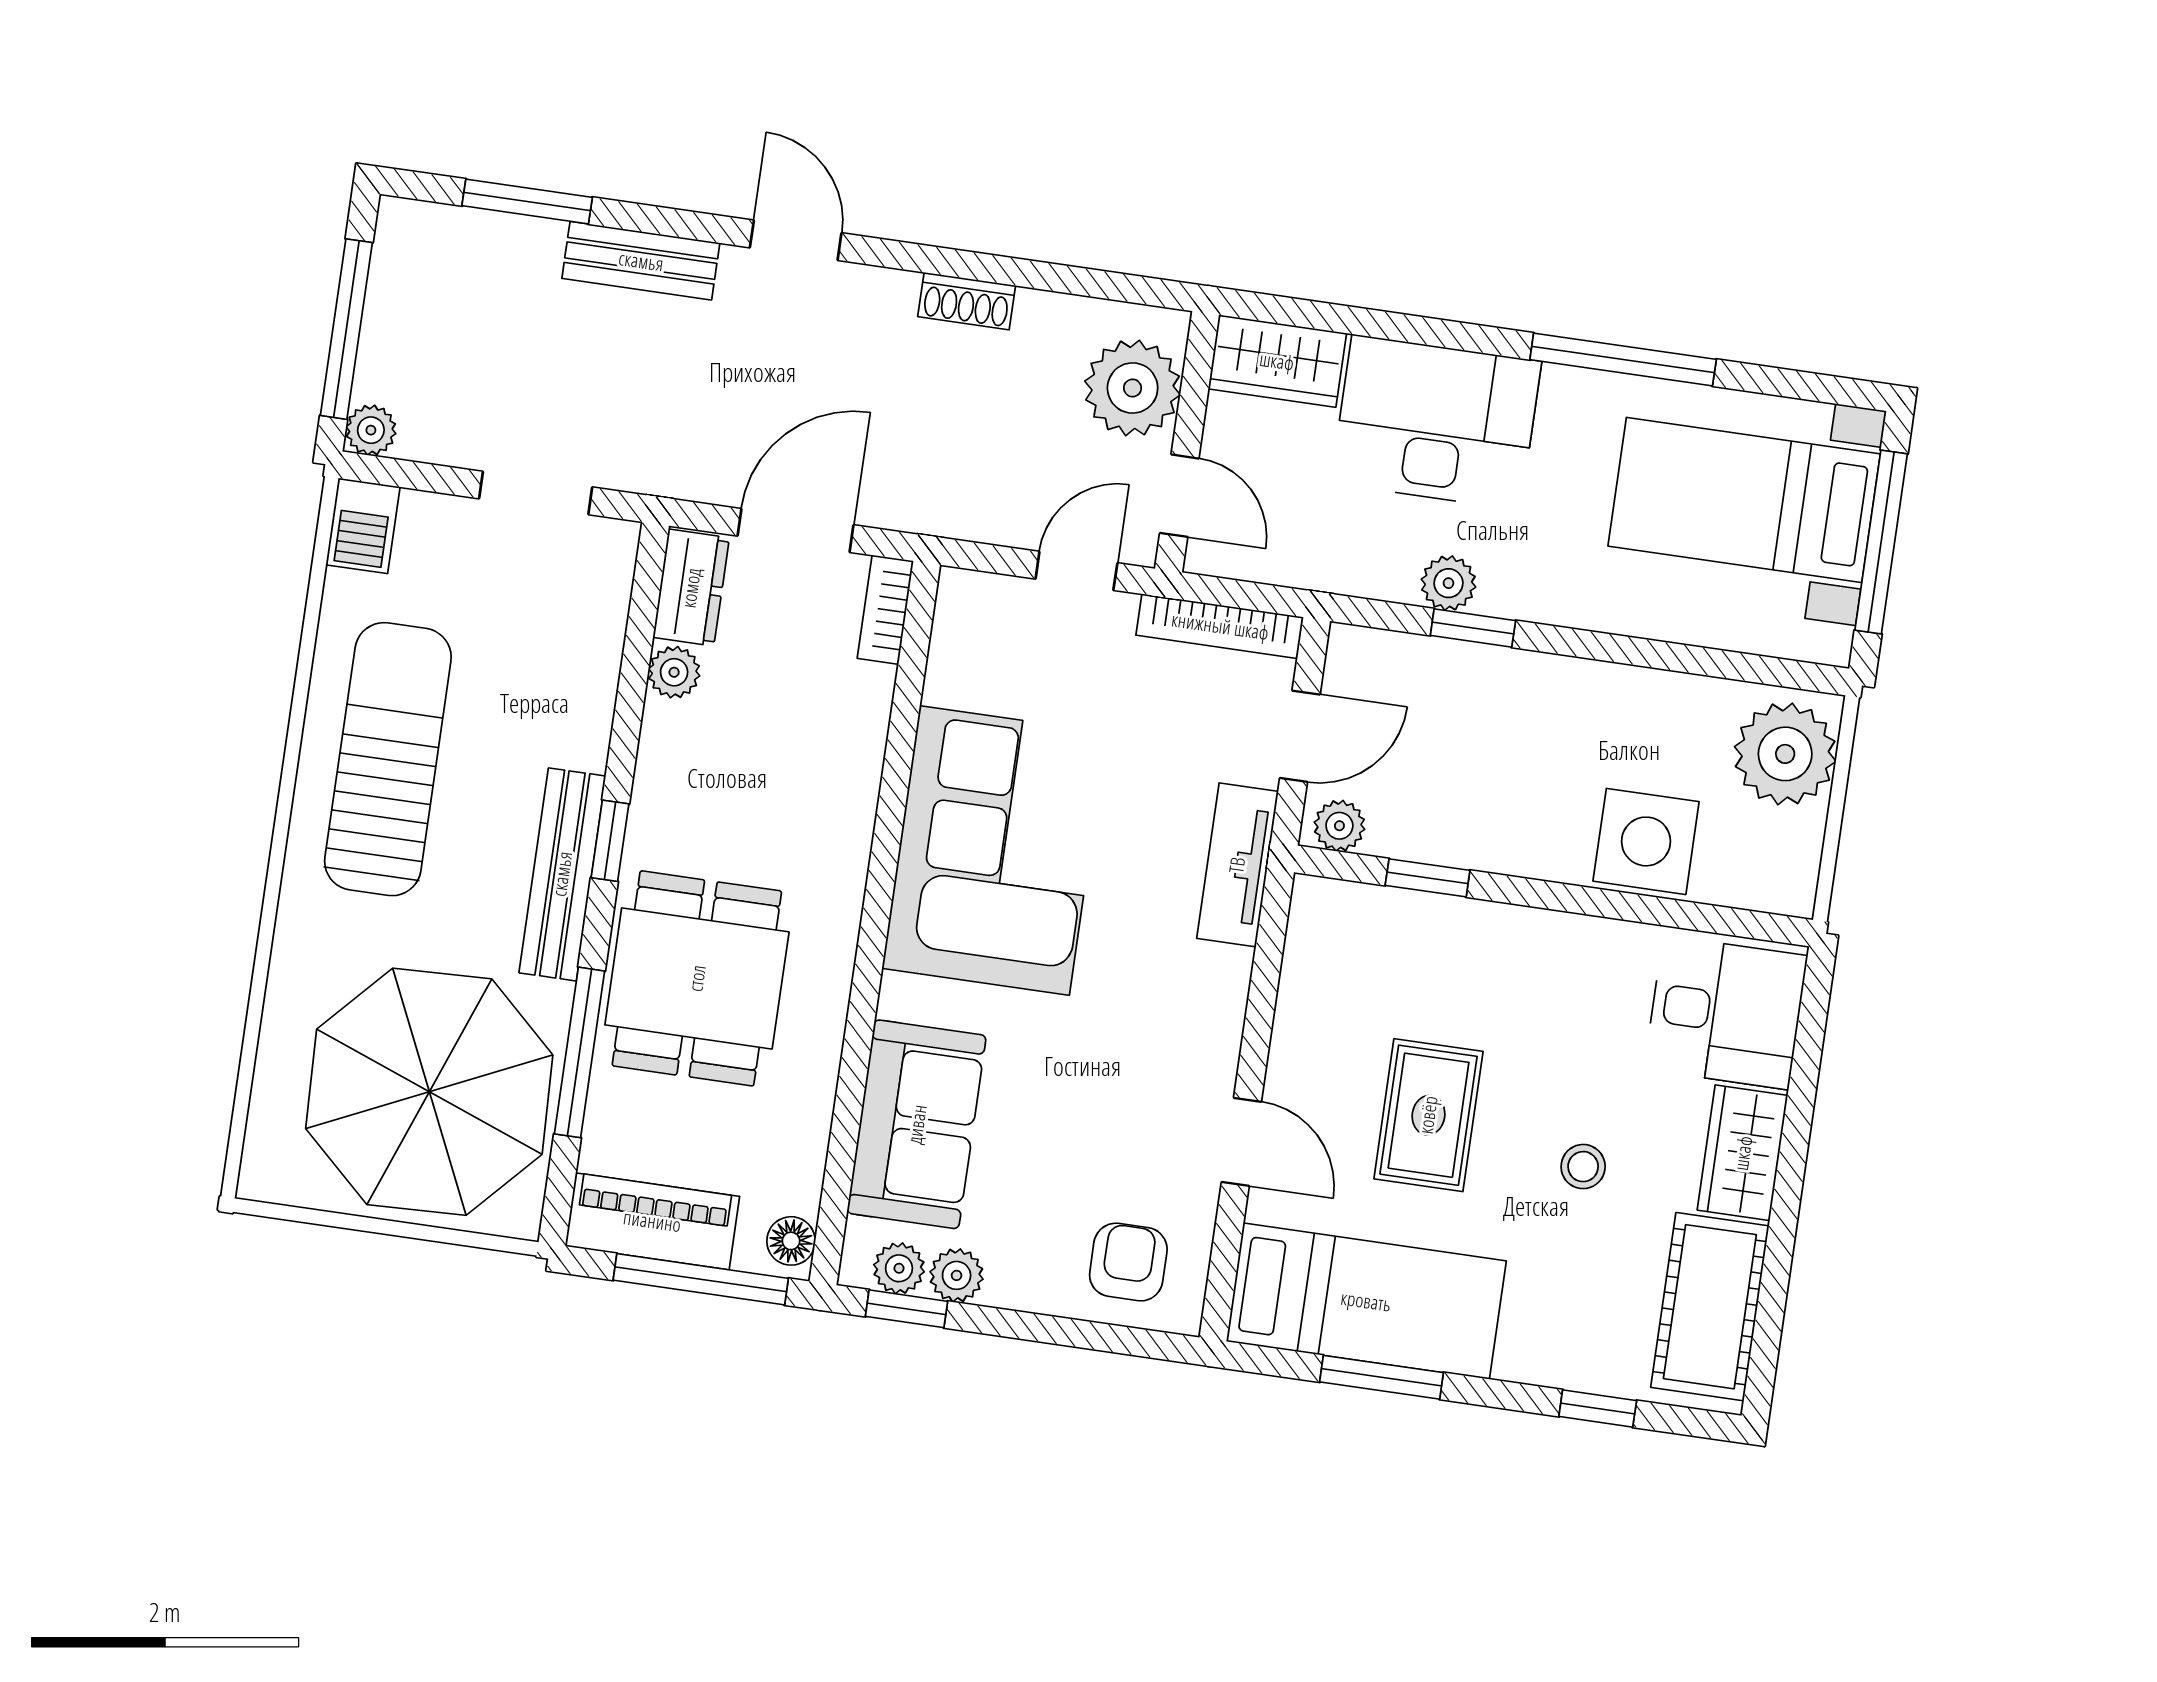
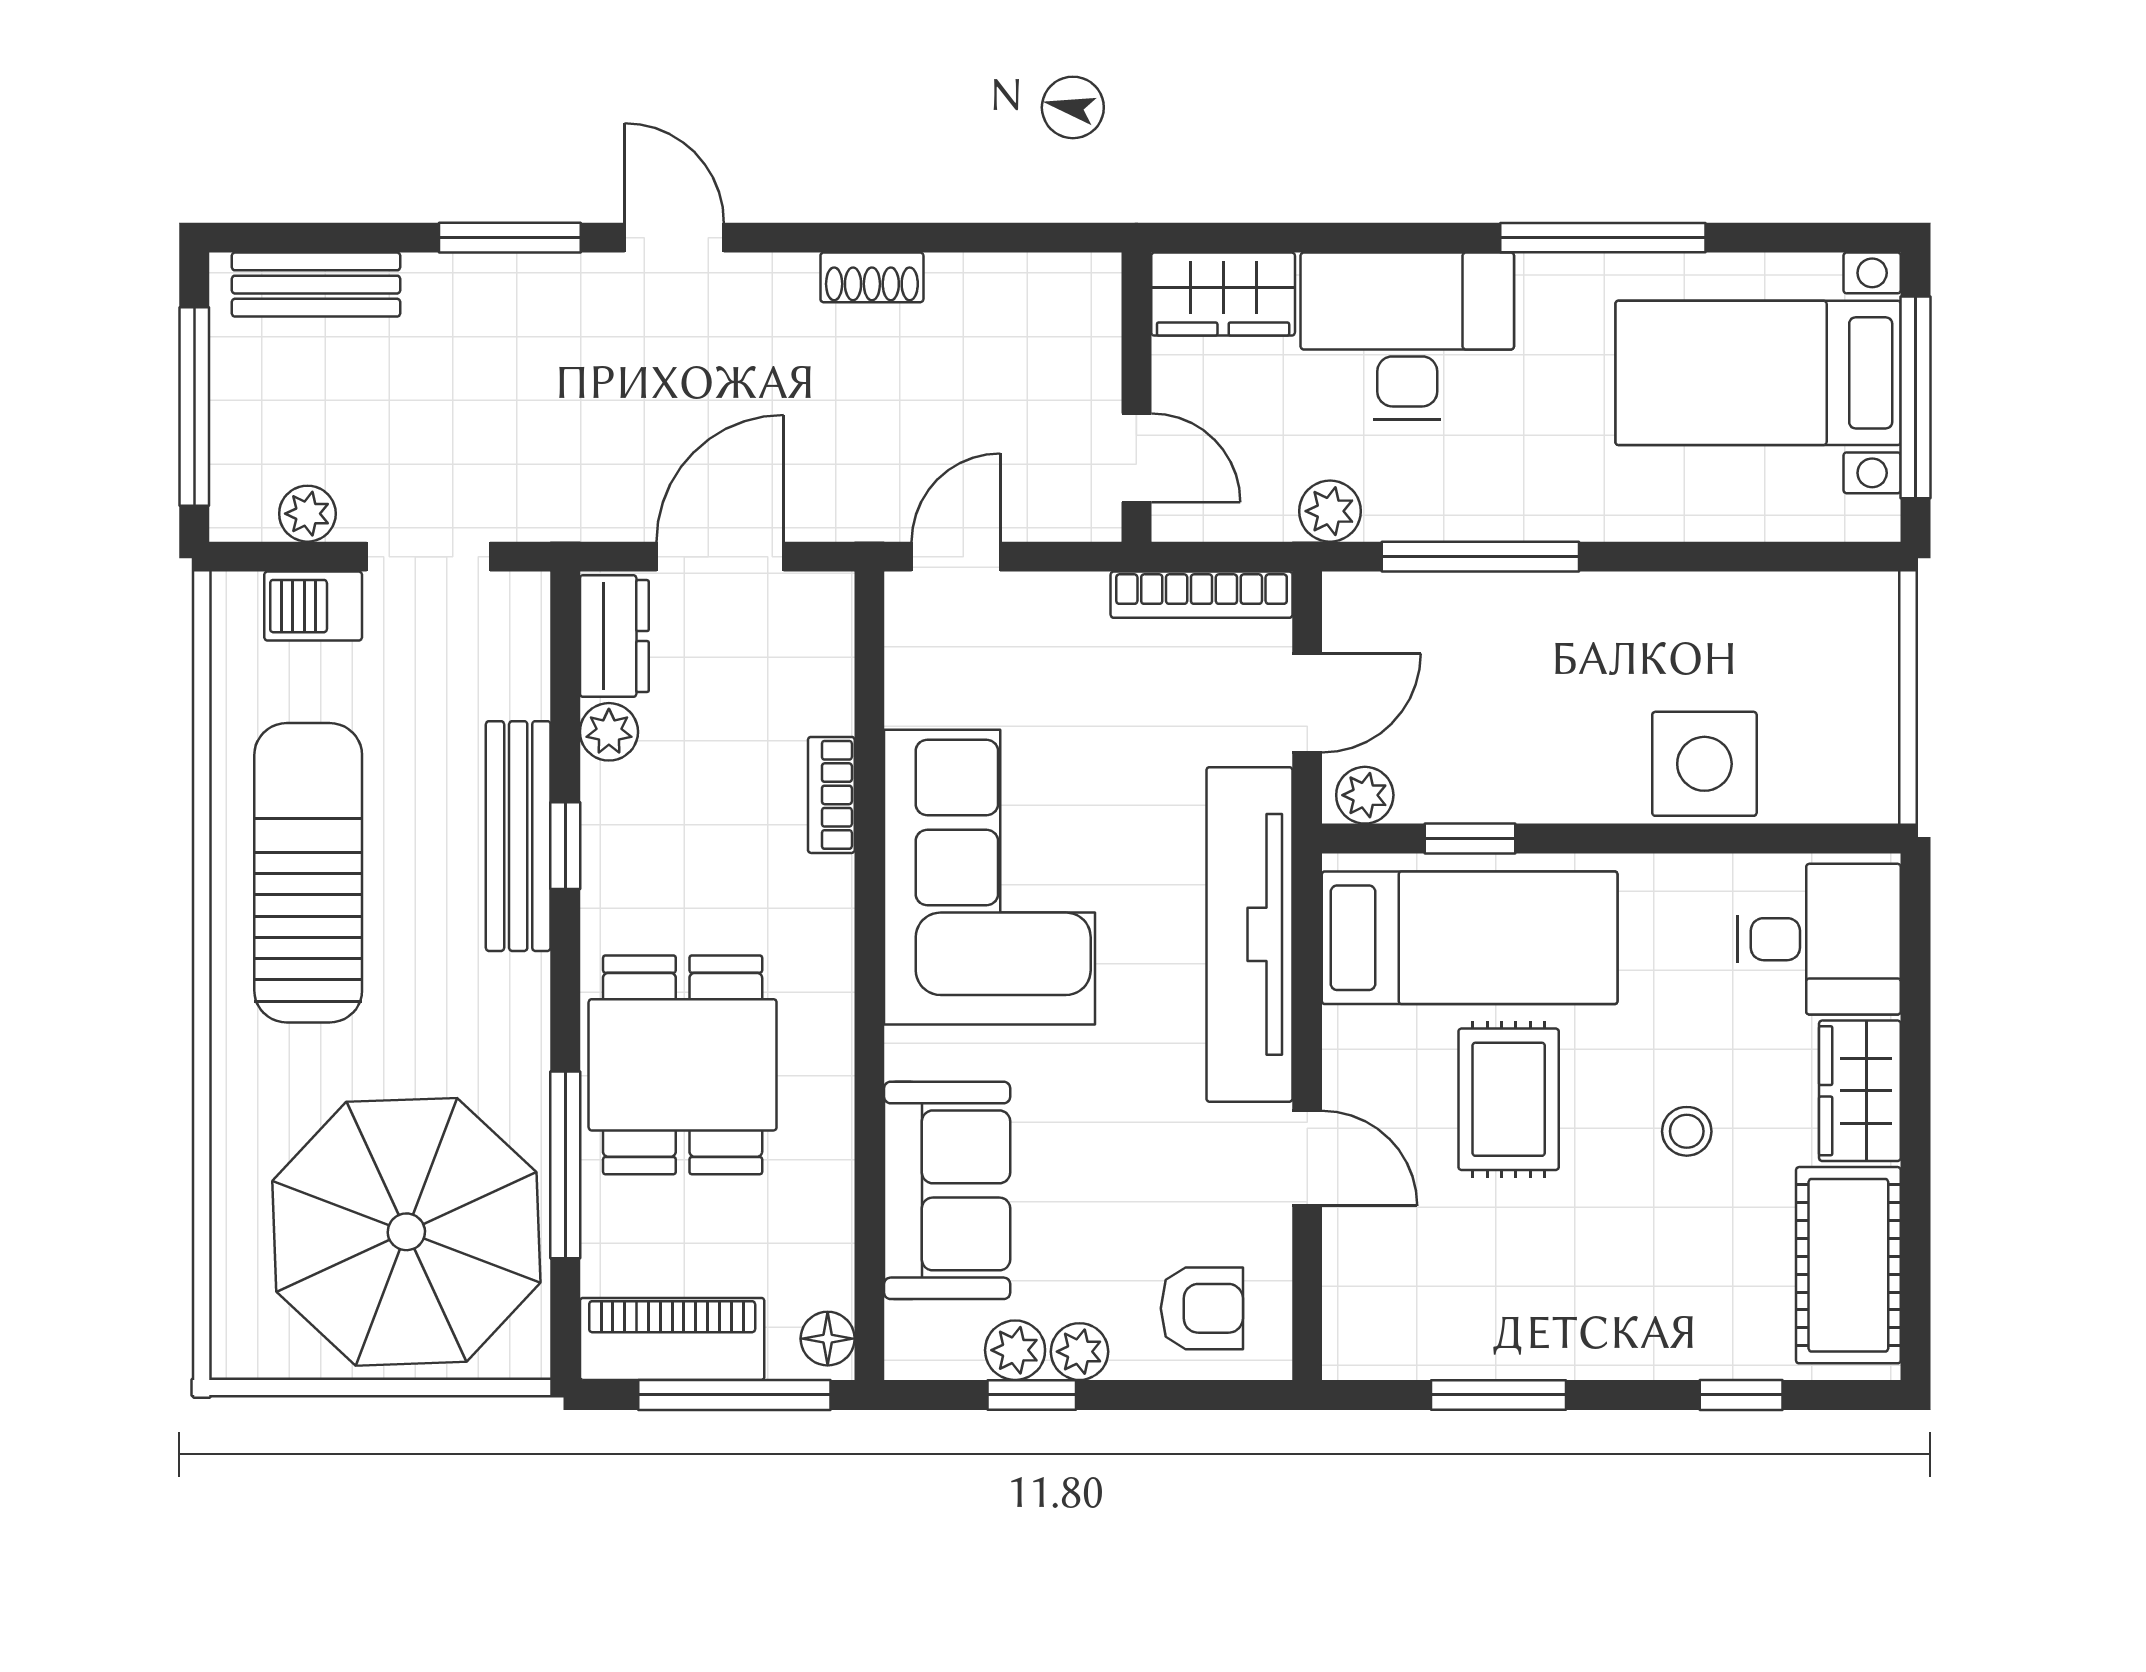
window: (527, 202) -> (510, 238), moved
bench: (641, 261) -> (316, 285), moved
plant: (1133, 388) -> (1068, 347), removed
plant: (371, 430) -> (307, 514), moved
barbecue: (363, 526) -> (313, 606), moved, turned 90
door: (1076, 571) -> (956, 557), moved
plant: (1448, 583) -> (1330, 511), moved
bookcase: (885, 610) -> (831, 795), moved
window: (1473, 628) -> (1480, 557), width x2.17
plant: (1785, 754) -> (1844, 646), removed
window: (610, 841) -> (565, 846), moved
tv unit: (1237, 865) -> (1249, 934), width x1.92, depth x1.29
bench: (562, 874) -> (518, 836), moved
armchair: (1128, 1262) -> (1202, 1308), turned 90
plant: (899, 1268) -> (1079, 1352), moved
bed: (1366, 1301) -> (1470, 938), moved
window: (907, 1309) -> (1032, 1395), moved

